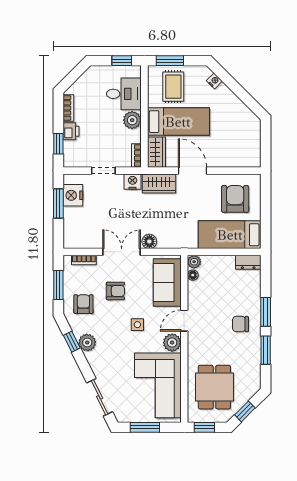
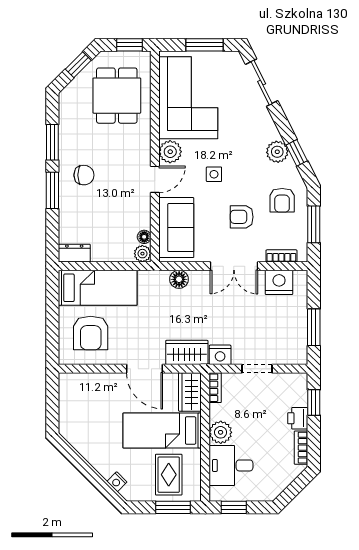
nightstand: (73, 195) -> (279, 282), moved, turned -90
floor lamp: (149, 241) -> (179, 279), moved

